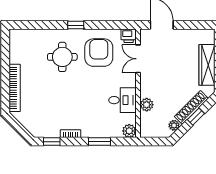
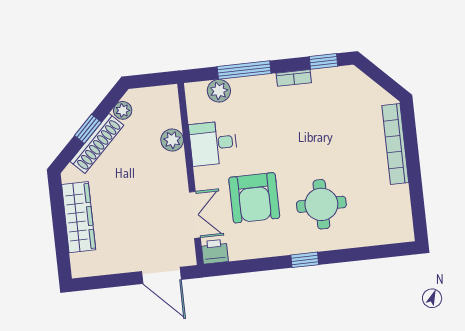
armchair: (99, 53) -> (254, 198), moved
plant: (129, 131) -> (219, 91), moved
window: (99, 142) -> (244, 70), width x1.44

